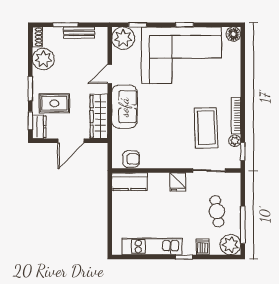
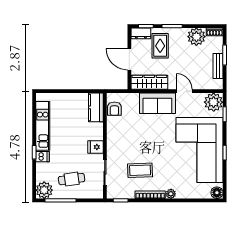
coffee table: (206, 128) -> (140, 170), width x0.73, depth x0.76
plant: (235, 141) -> (171, 194), moved
dishwasher: (203, 247) -> (42, 157), moved

